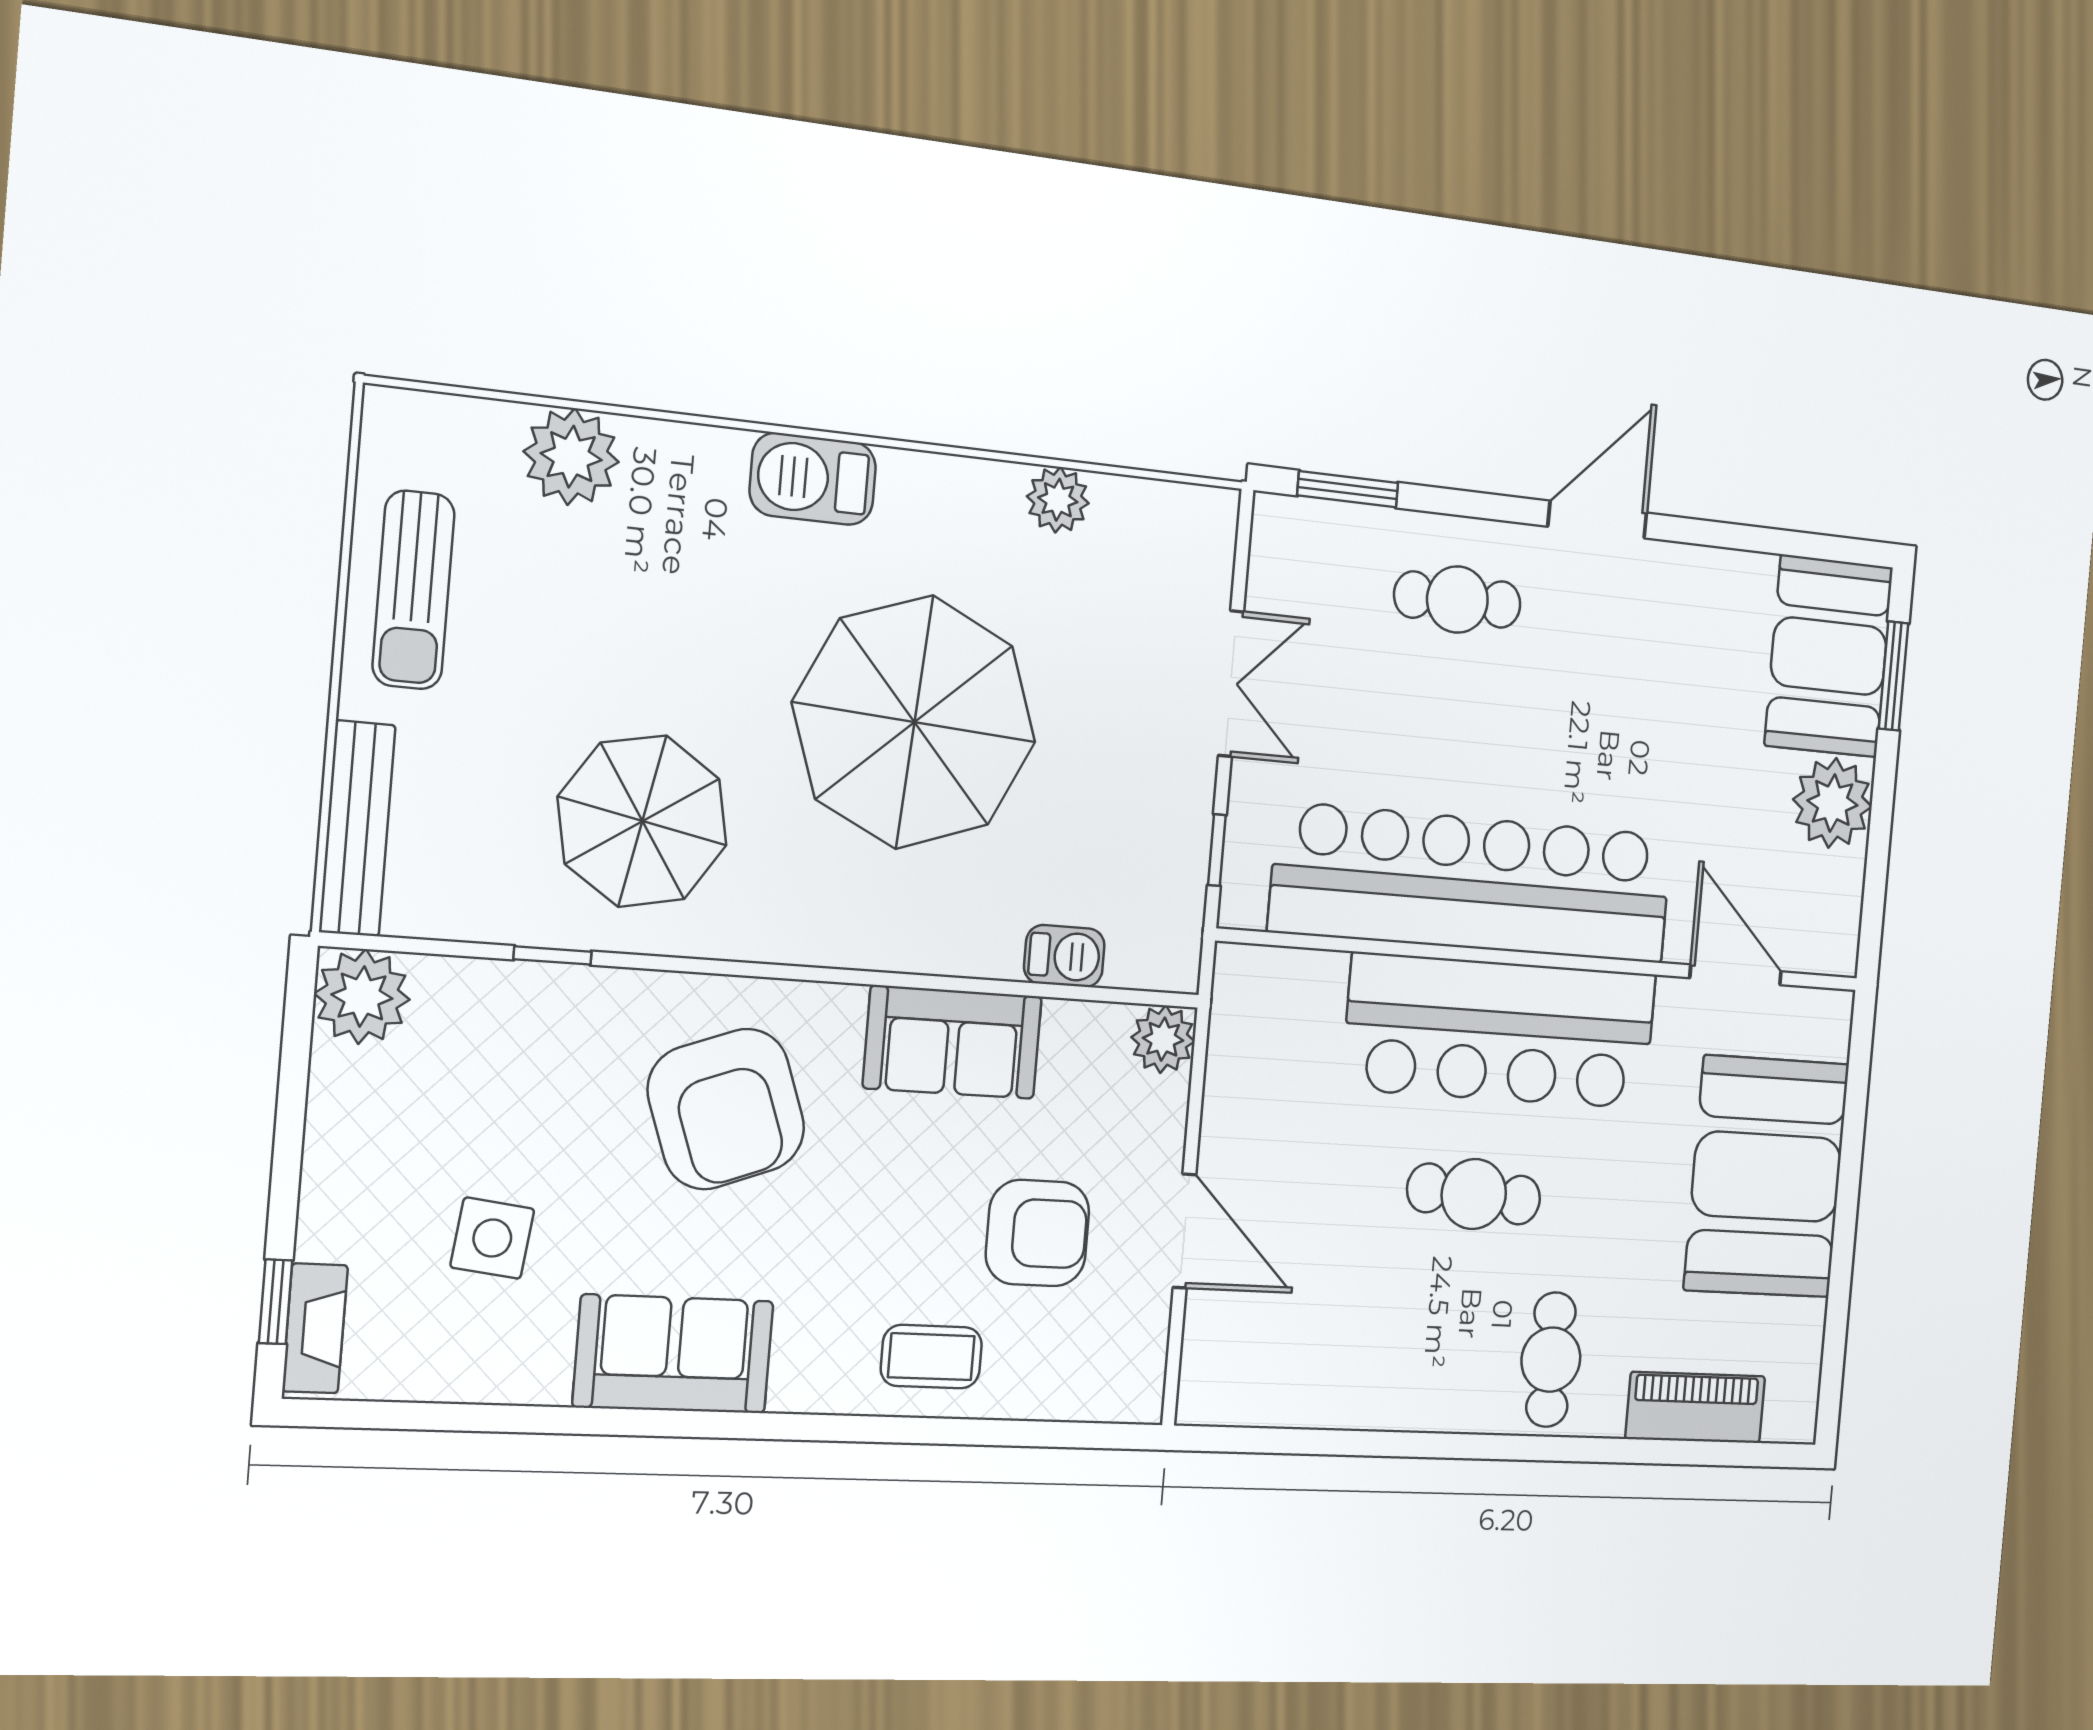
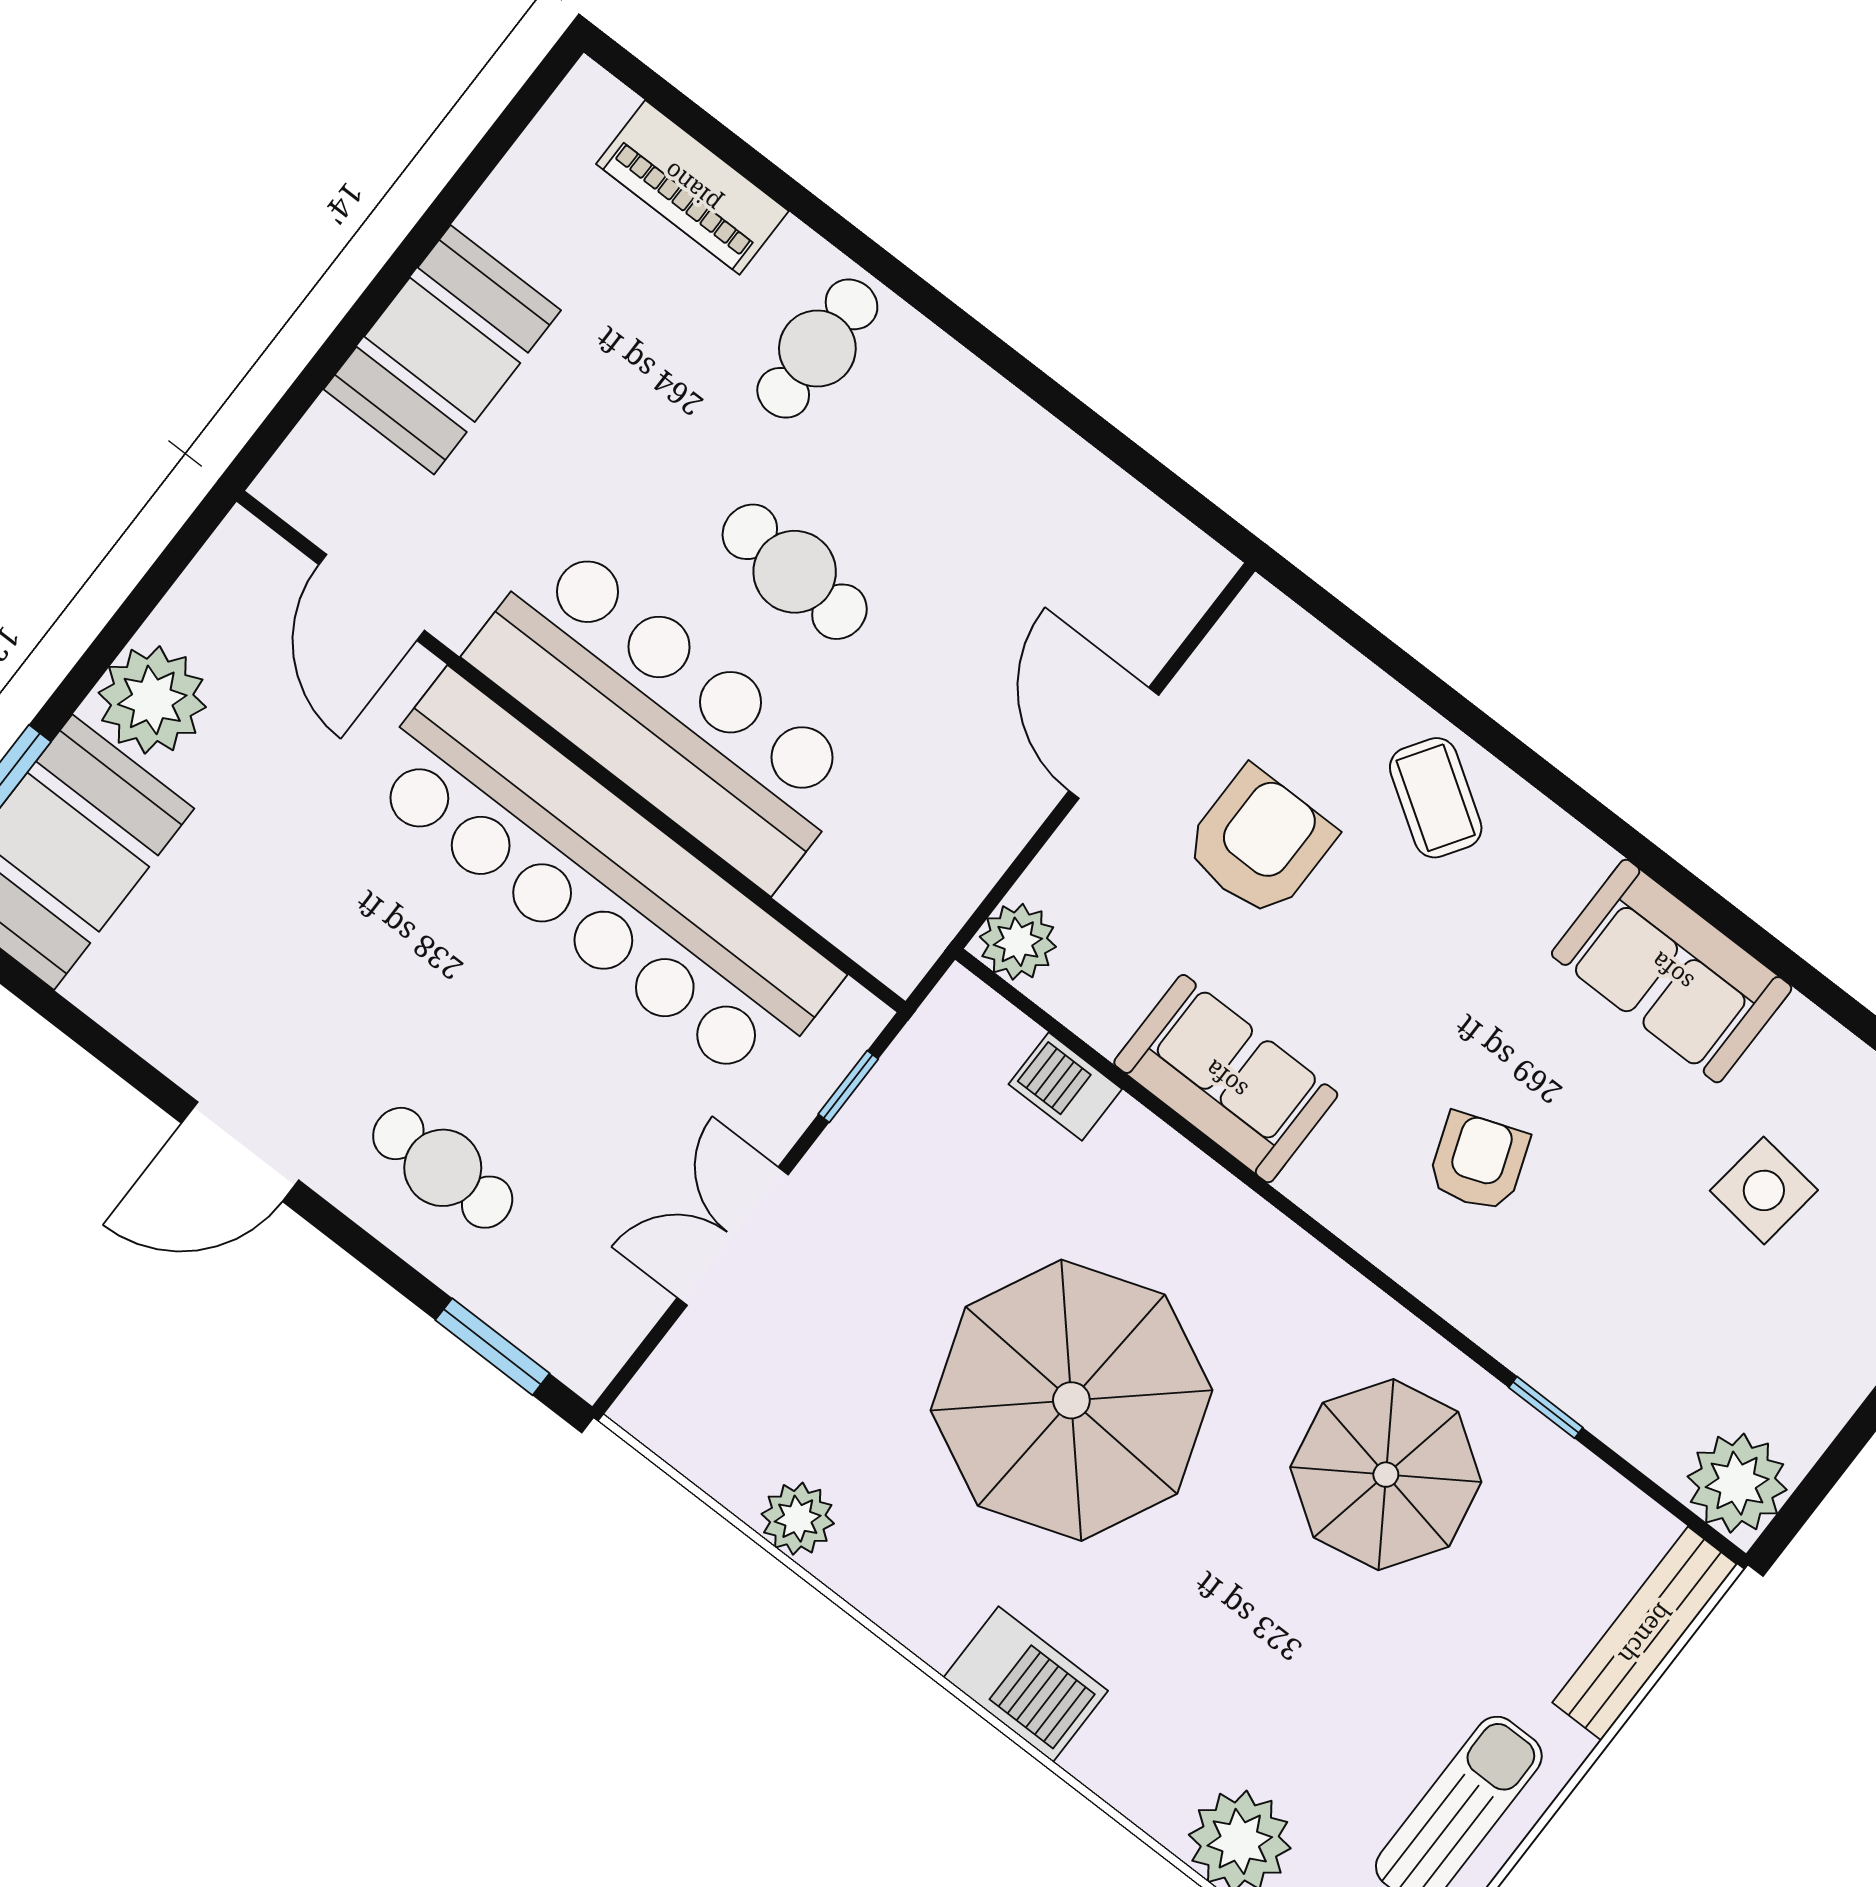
armchair: (726, 1109) -> (1478, 1162), width x0.53, depth x0.53
booth: (1767, 1177) -> (442, 350), width x0.73, depth x0.70
armchair: (1037, 1233) -> (1259, 842), turned 90
coffee table: (931, 1357) -> (1436, 798), turned 33

